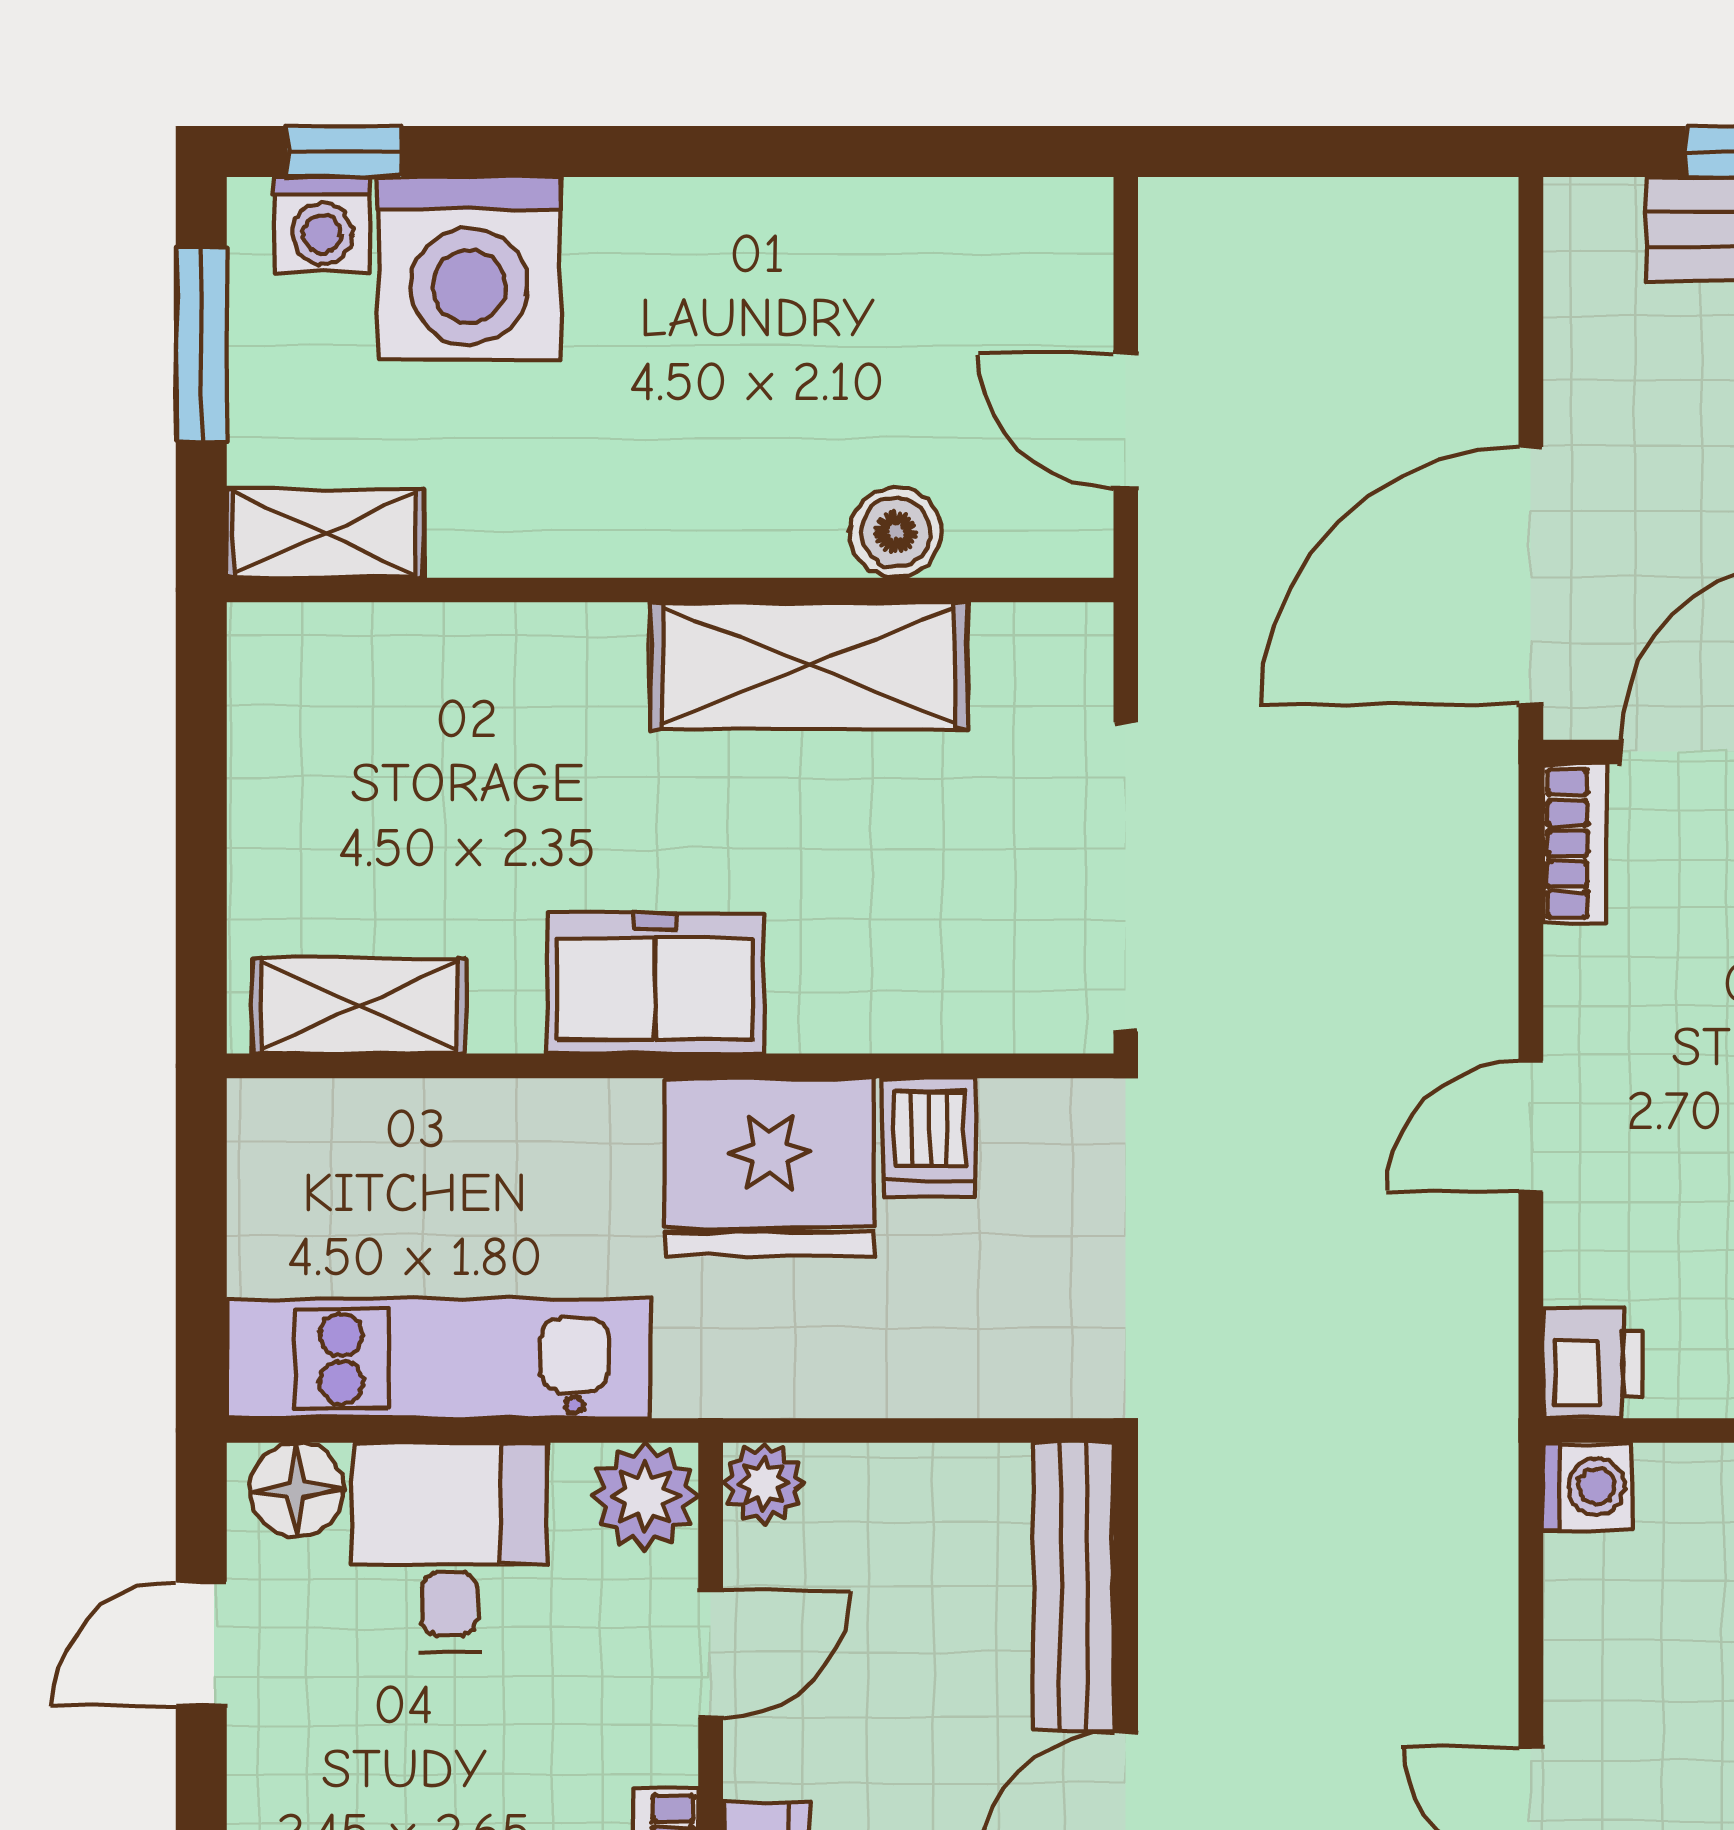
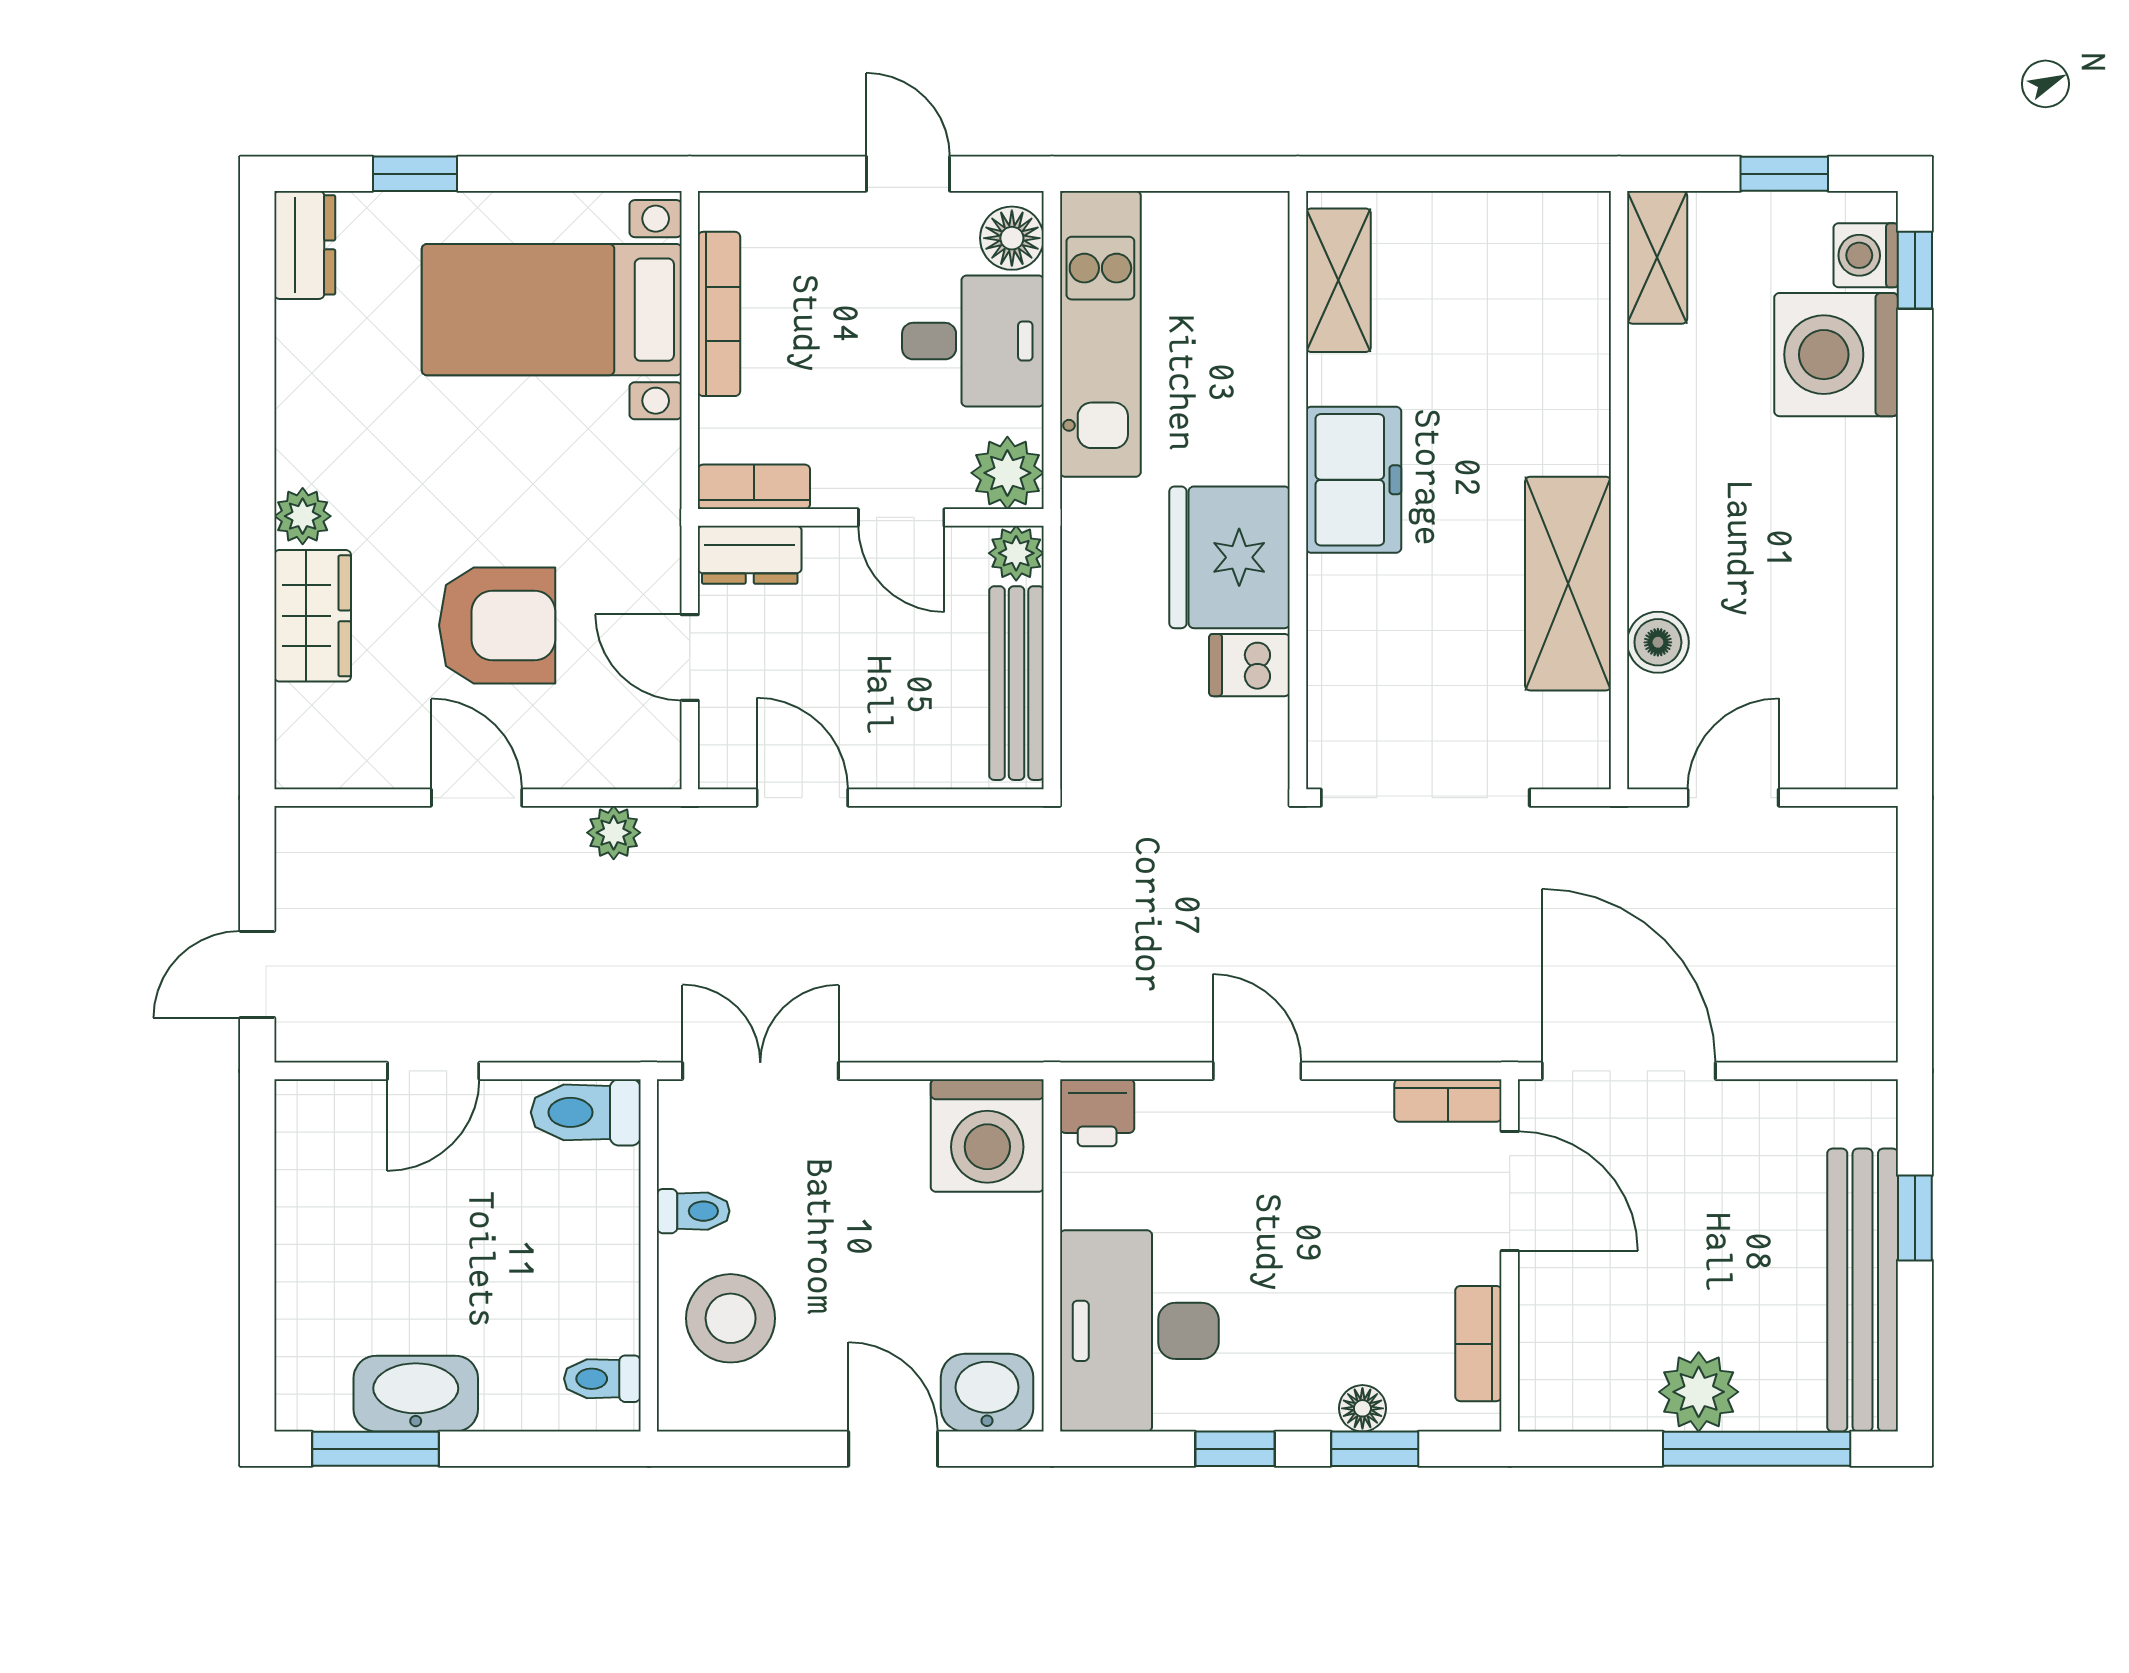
window: (201, 345) -> (1784, 174), width x0.67
washing machine: (1587, 1487) -> (987, 1135), width x1.89, depth x1.89
bench: (1073, 1586) -> (1017, 683), moved, turned 90

